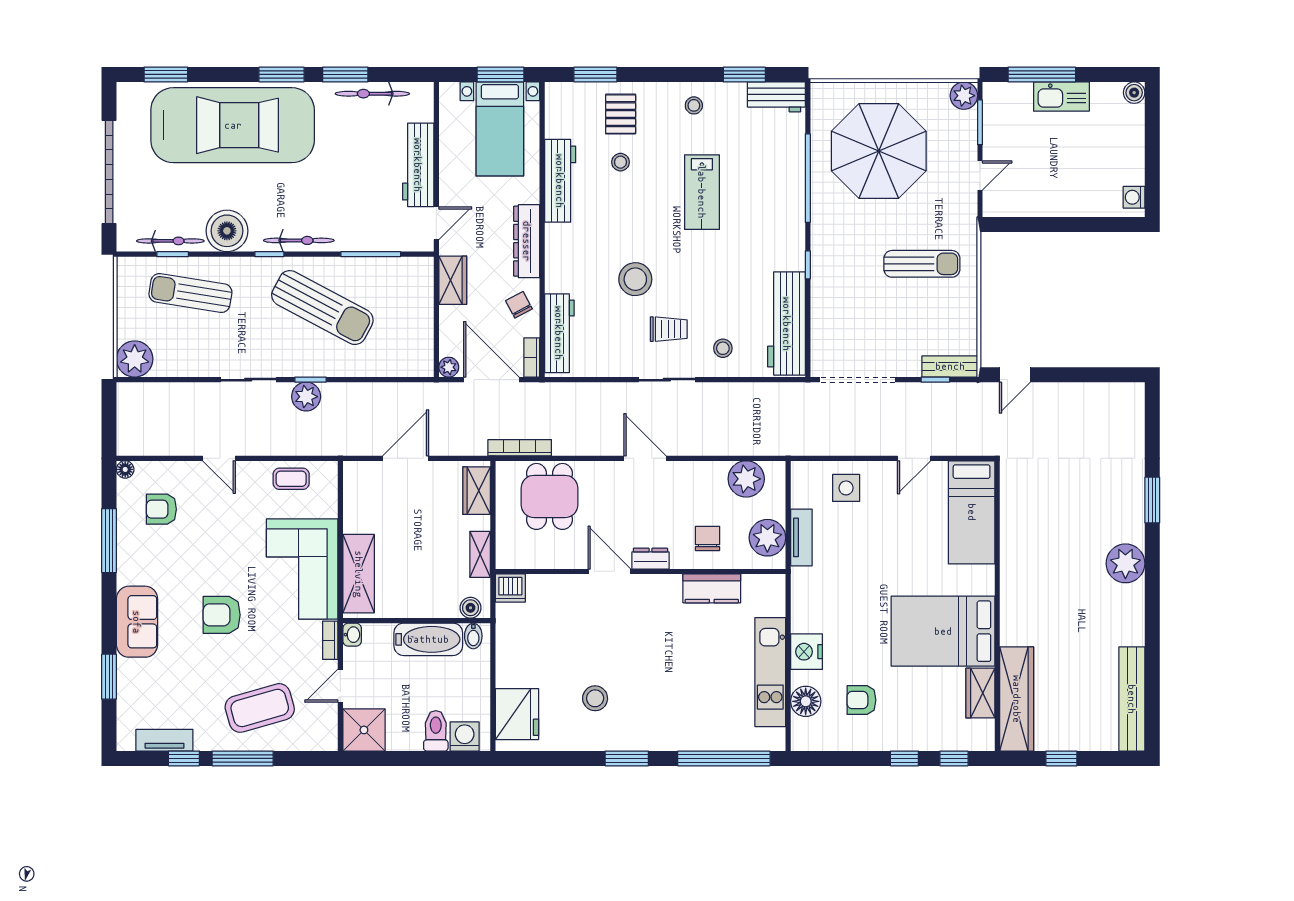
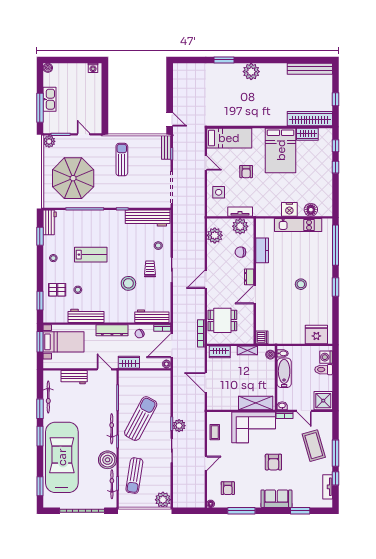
workbench: (418, 165) -> (74, 377), width x0.73
stool: (595, 698) -> (301, 284), moved
armchair: (861, 700) -> (246, 172), moved

